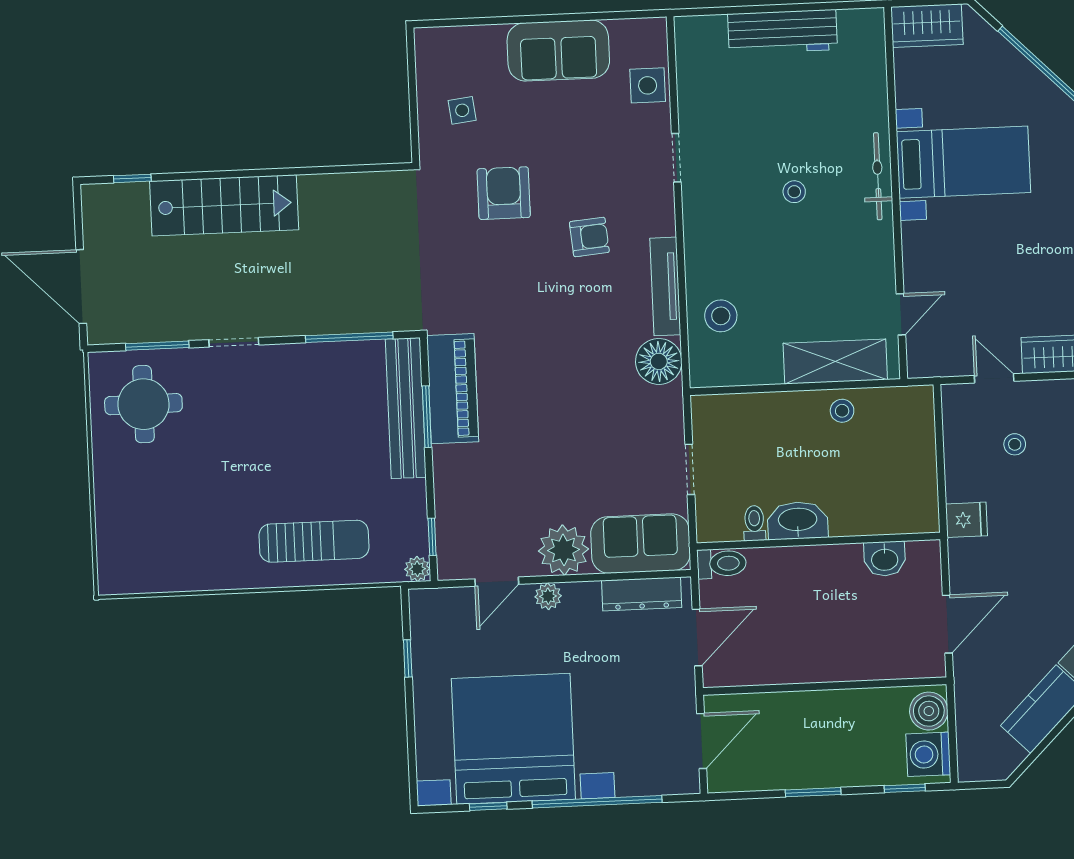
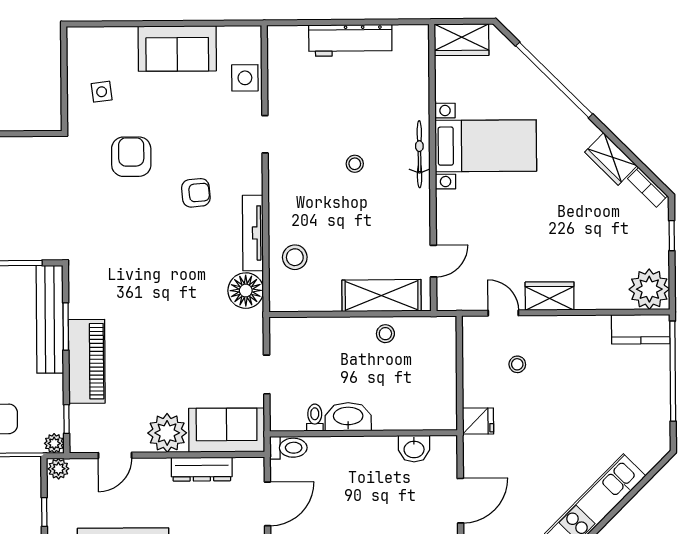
piano: (453, 389) -> (87, 361), moved
dresser: (642, 594) -> (202, 469), moved
plant: (548, 596) -> (58, 469), moved

